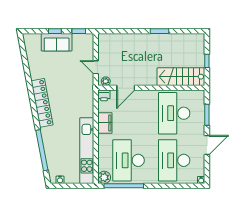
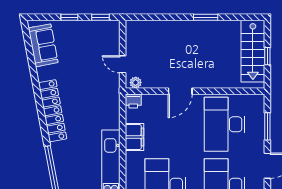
sofa: (57, 42) -> (43, 45), moved, turned -101
stairs: (181, 77) -> (253, 51), moved, turned -90
door: (126, 88) -> (180, 91), moved

